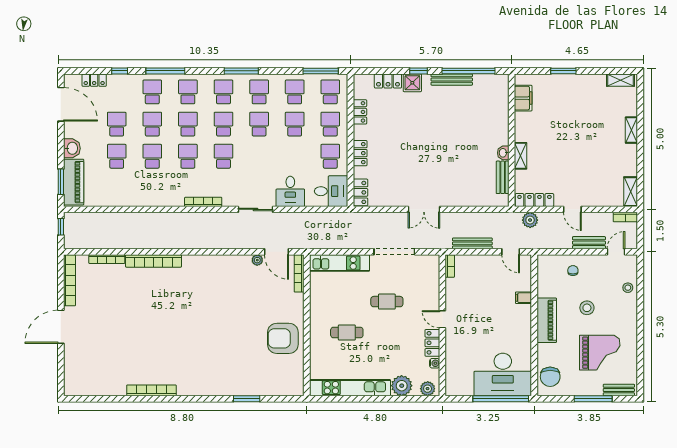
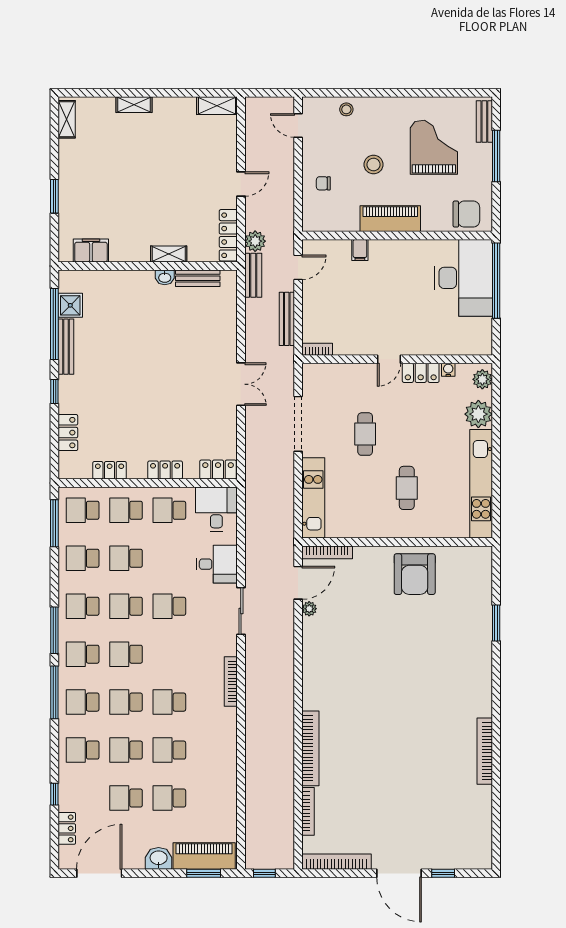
window: (165, 71) -> (54, 692), moved
shower: (412, 83) -> (70, 305), moved
school desk: (223, 156) -> (169, 606), moved
bookcase: (625, 217) -> (251, 113), removed
bench: (589, 243) -> (253, 275), moved
window: (61, 359) -> (443, 873), added

